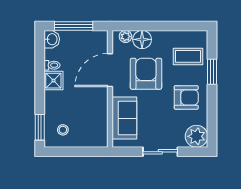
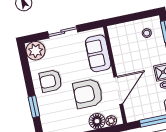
coffee table: (188, 56) -> (56, 115), removed
armchair: (146, 74) -> (88, 94), turned 90

